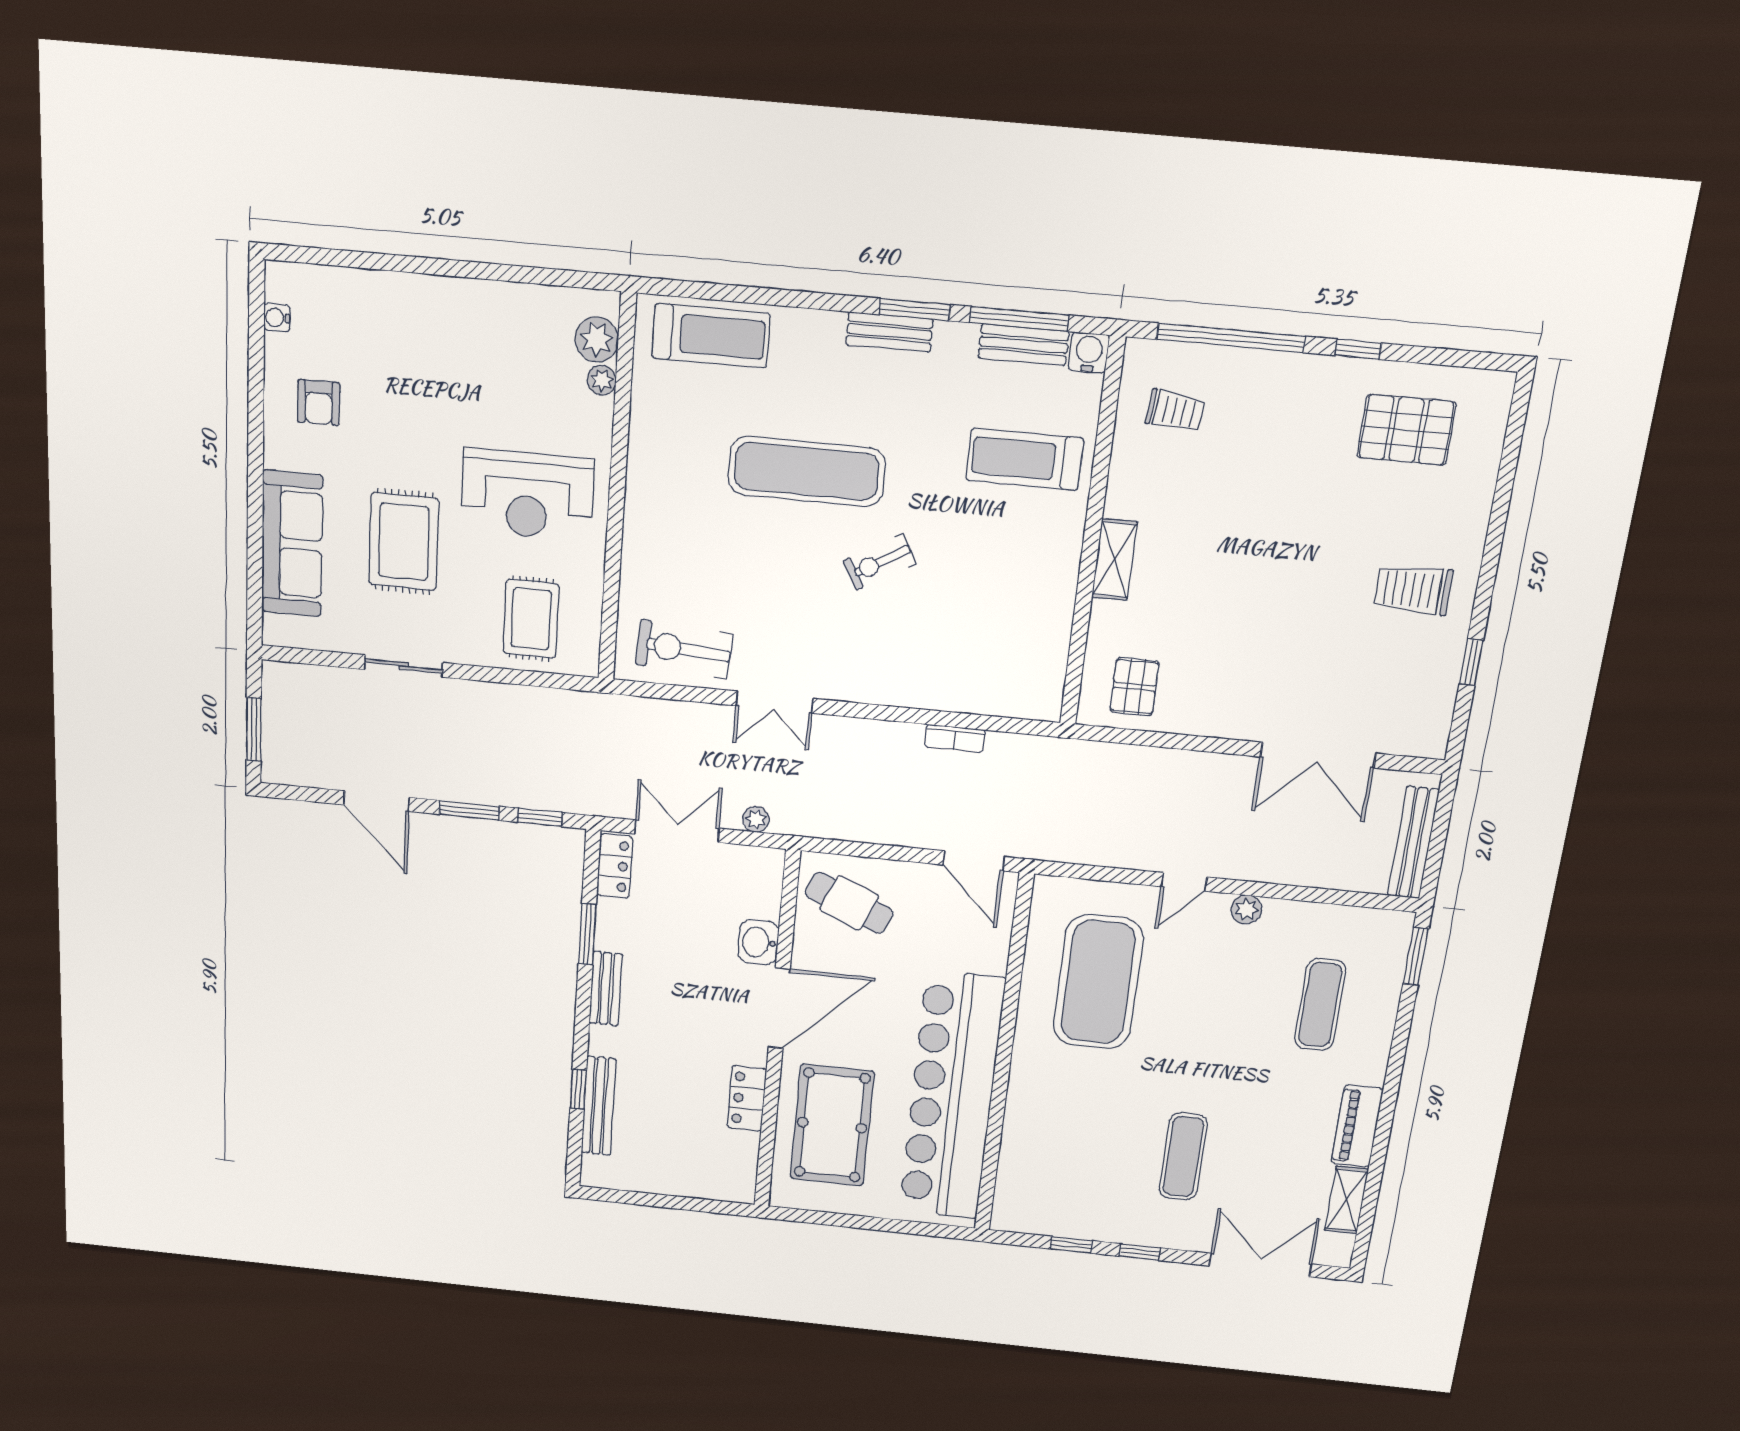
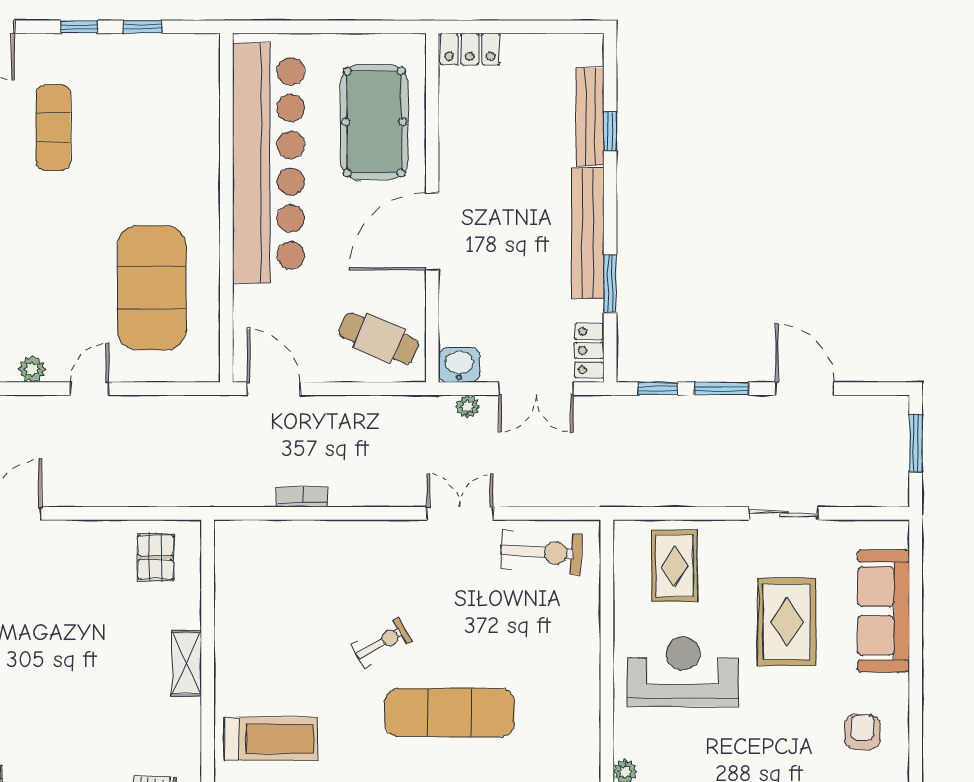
washbasin: (758, 942) -> (459, 365), moved, turned -90
bench: (606, 989) -> (588, 233), width x1.86, depth x1.21
locker: (747, 1098) -> (470, 49), moved, turned 90

